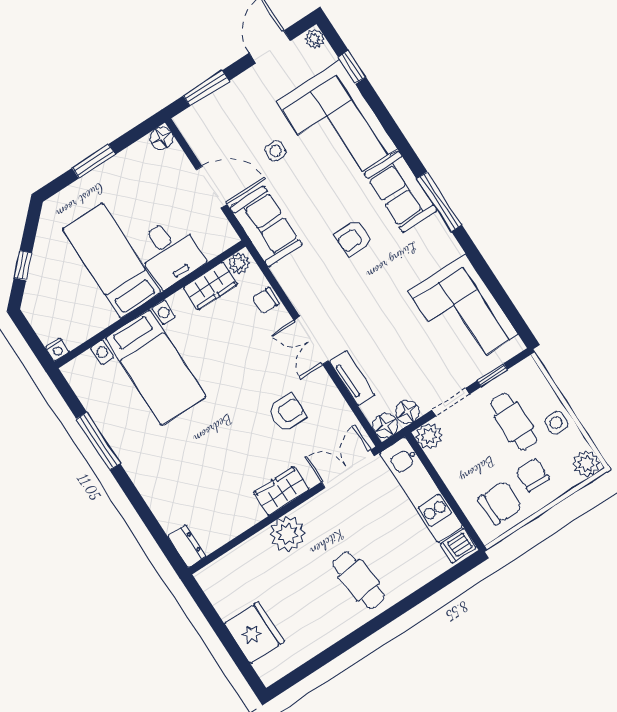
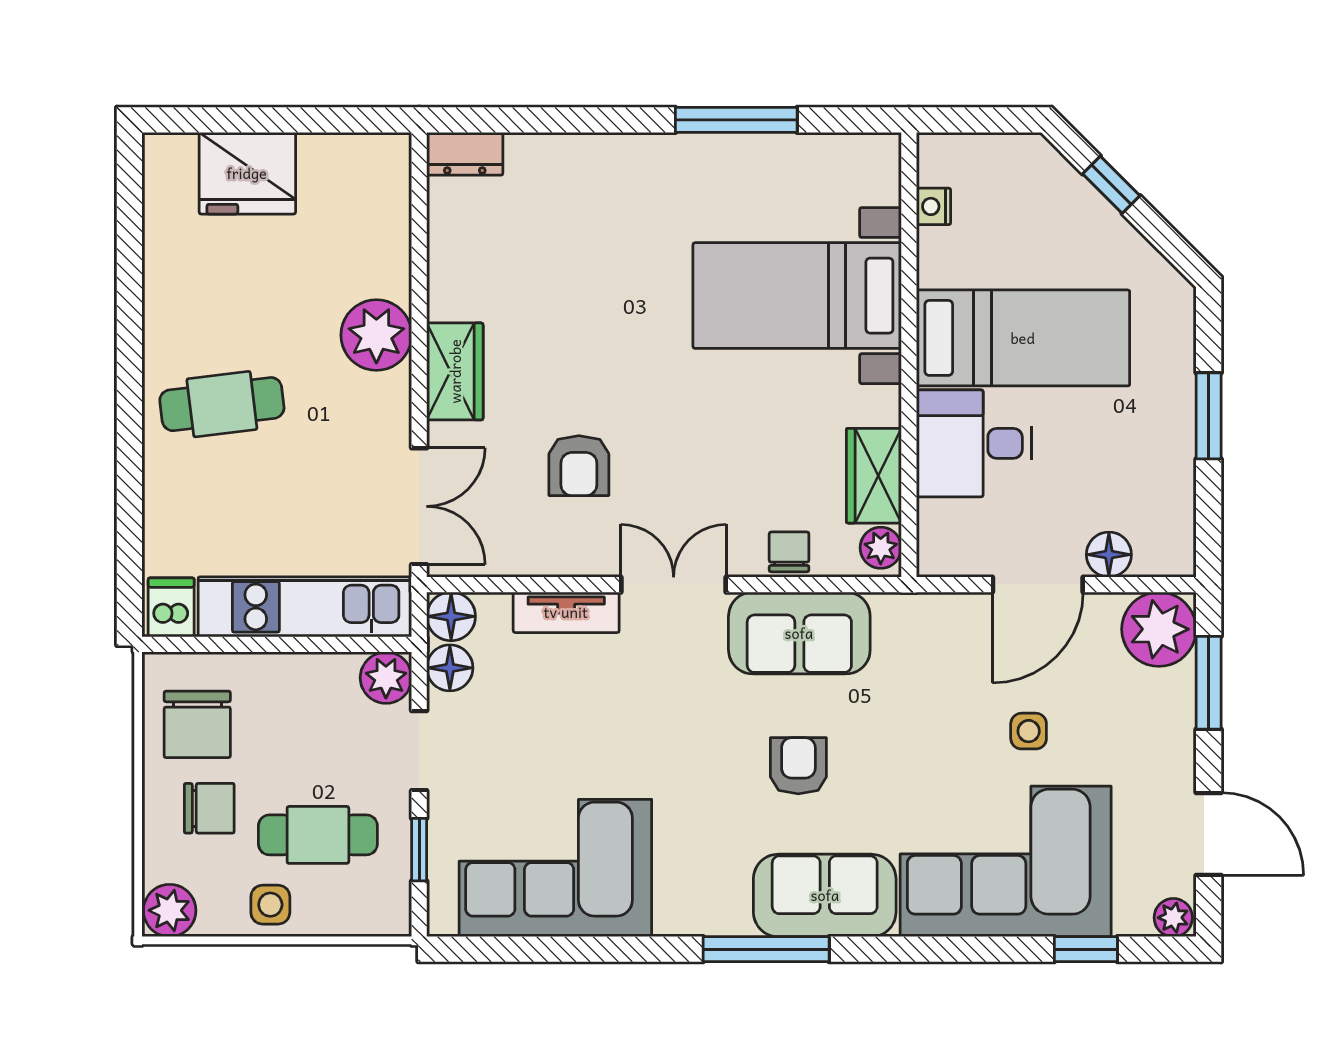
plant: (197, 124) -> (1159, 629), added
floor lamp: (162, 138) -> (1109, 555), moved
sofa: (266, 226) -> (799, 633), moved
nightstand: (57, 350) -> (934, 206), moved

